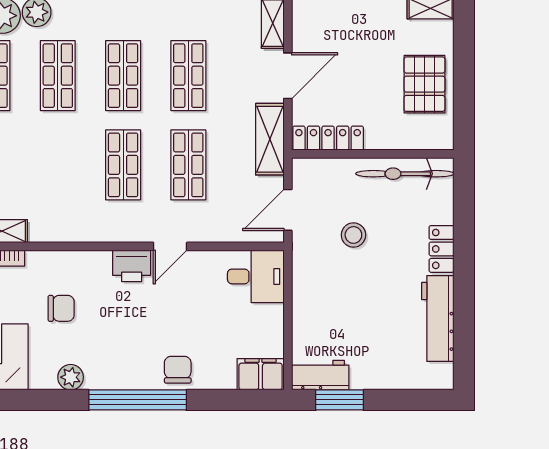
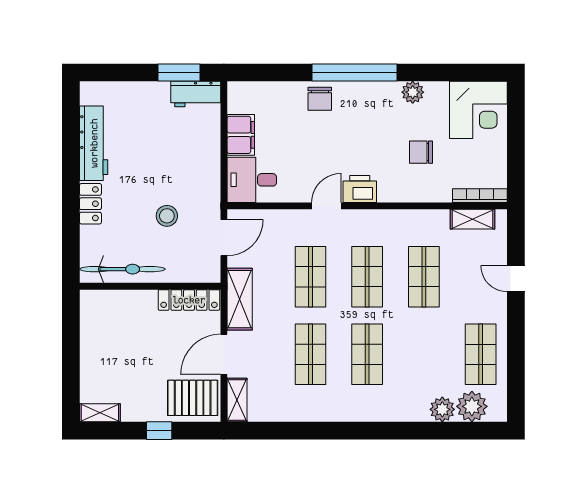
shop shelf: (58, 76) -> (424, 277), moved
pallet: (424, 84) -> (193, 398), moved, turned 90
filing cabinet: (261, 374) -> (241, 135), moved, turned -90

